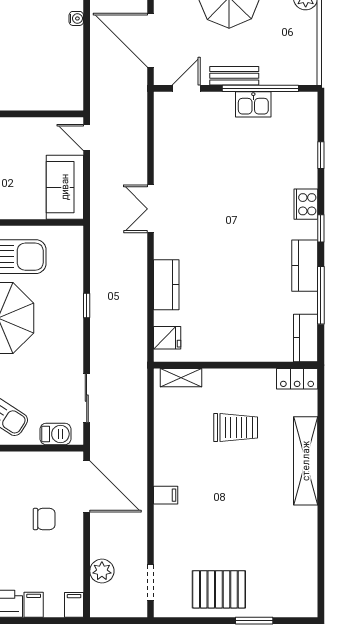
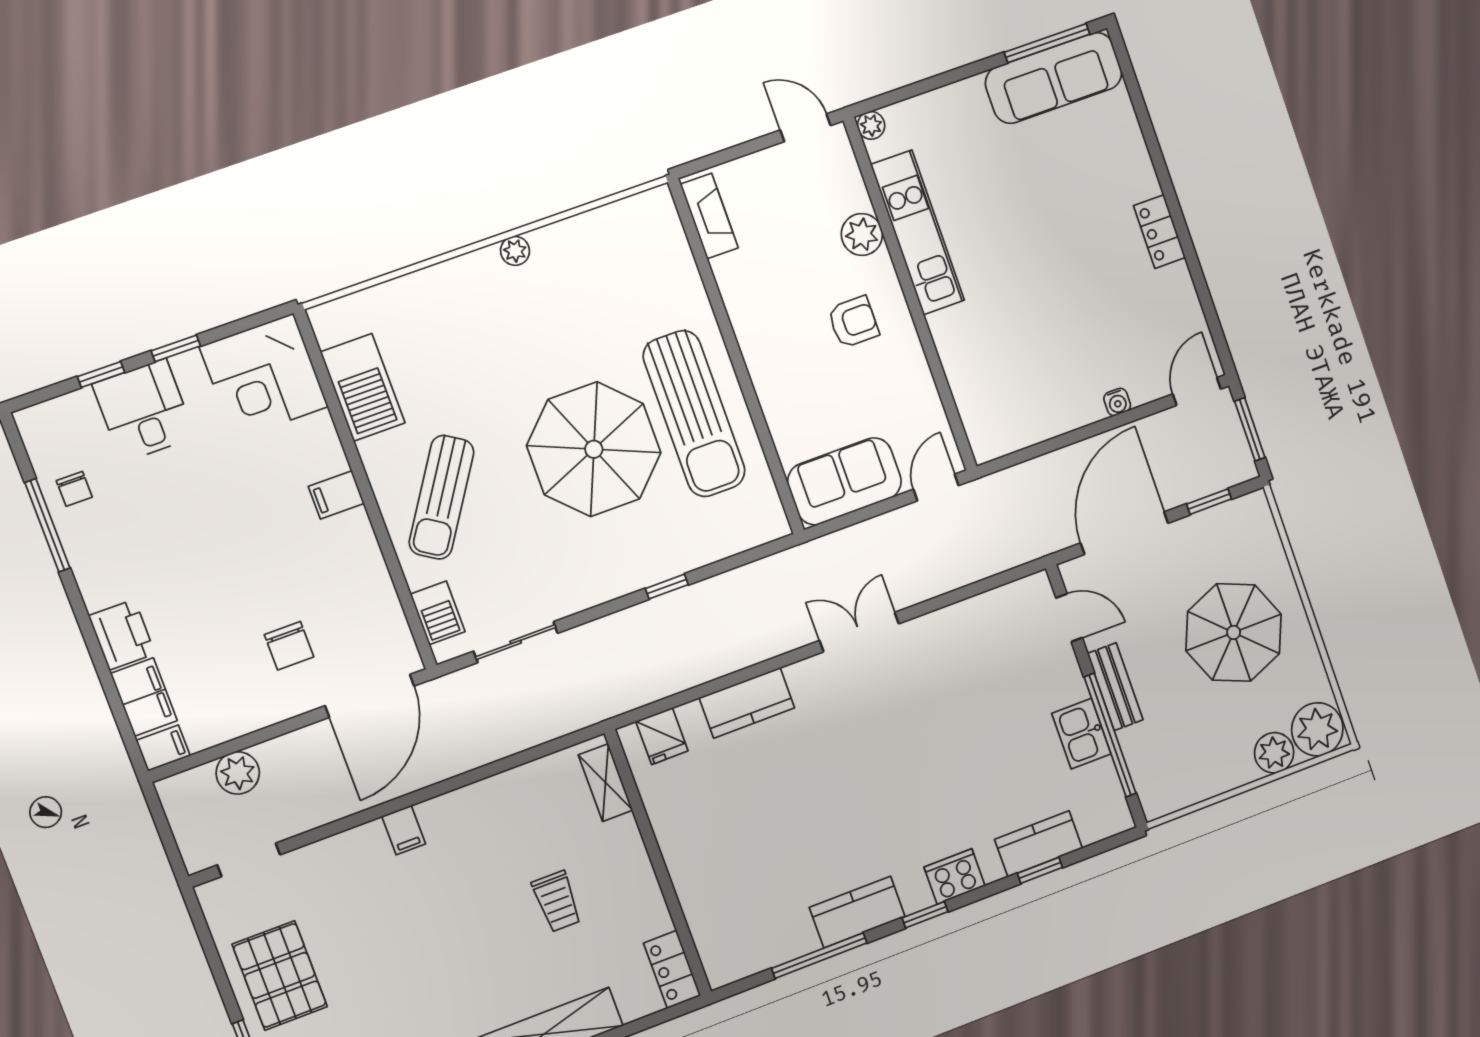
kitchen counter: (306, 338) -> (1039, 844), moved
trolley: (236, 427) -> (557, 901), width x0.73, depth x0.72
filing cabinet: (34, 605) -> (144, 697), width x2.00

